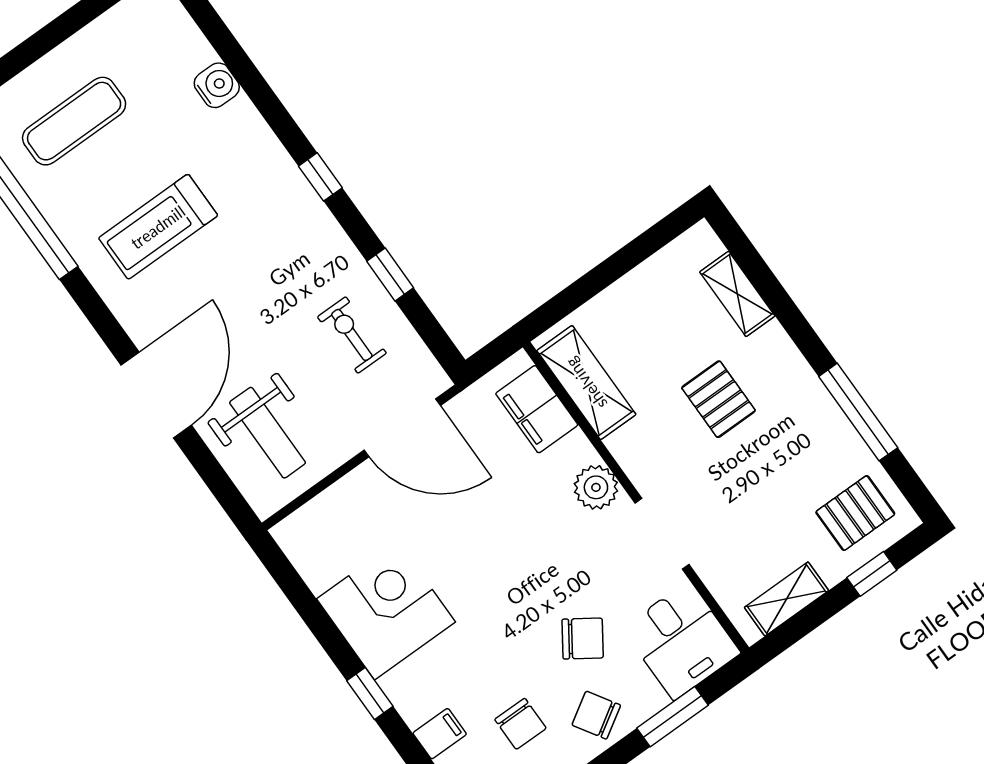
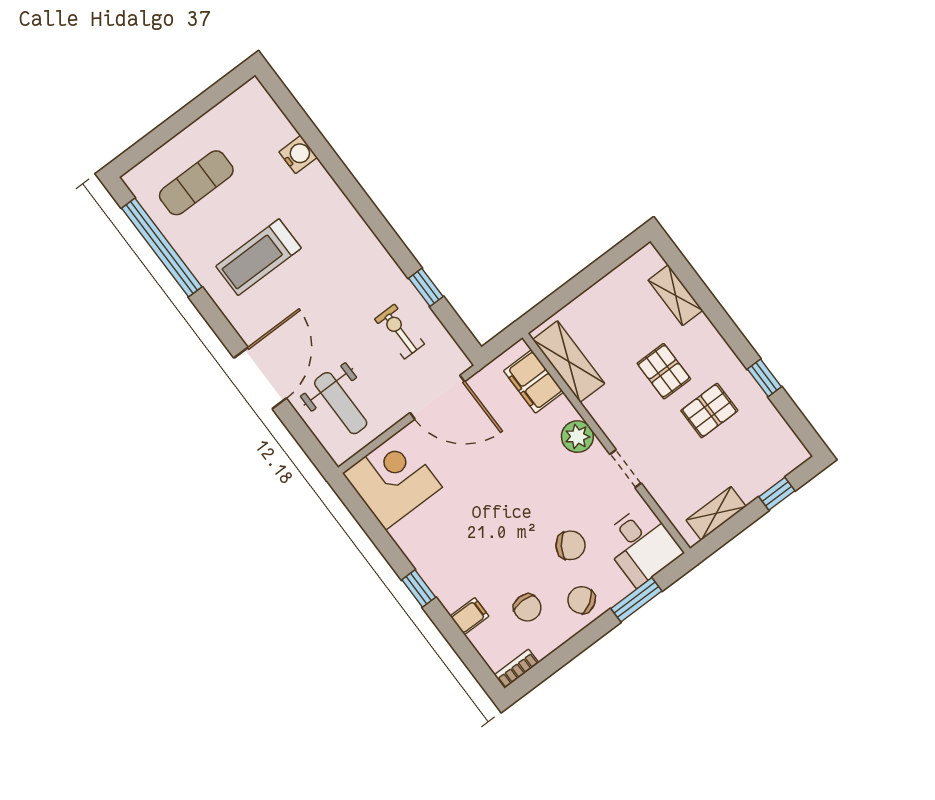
window: (320, 177) -> (374, 219), removed
window: (858, 412) -> (764, 378), width x0.46
pallet: (855, 513) -> (709, 411), moved
doorway: (662, 534) -> (626, 469), width x0.73
corner desk: (386, 610) -> (392, 480), moved

